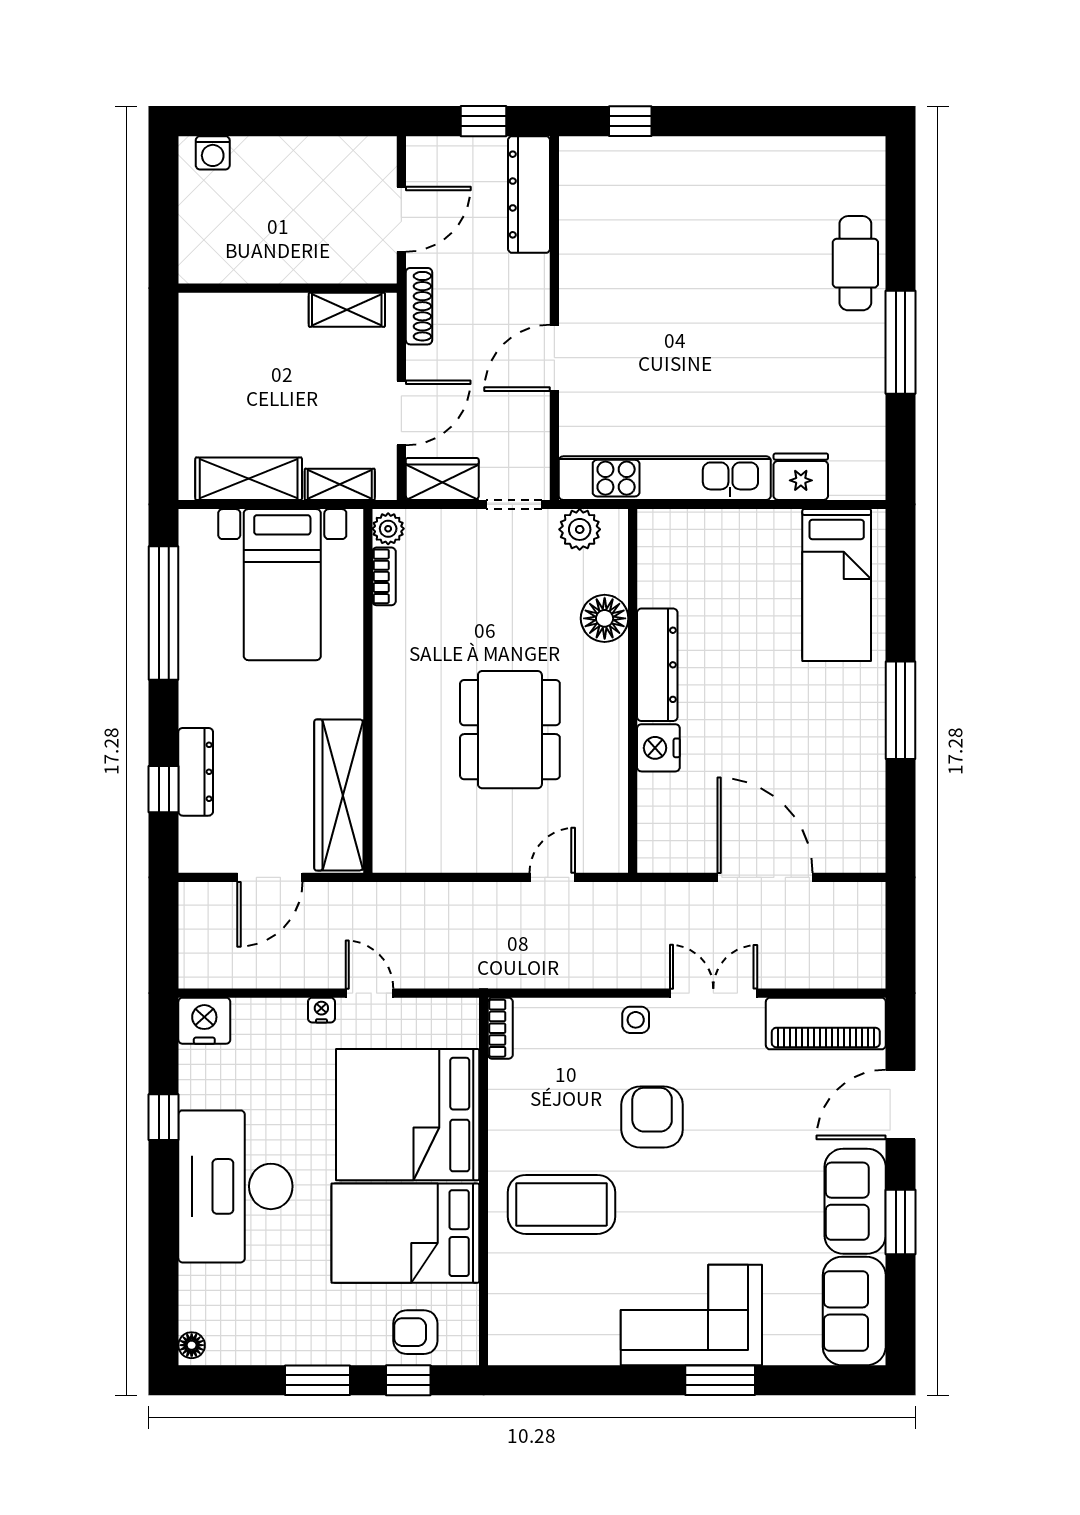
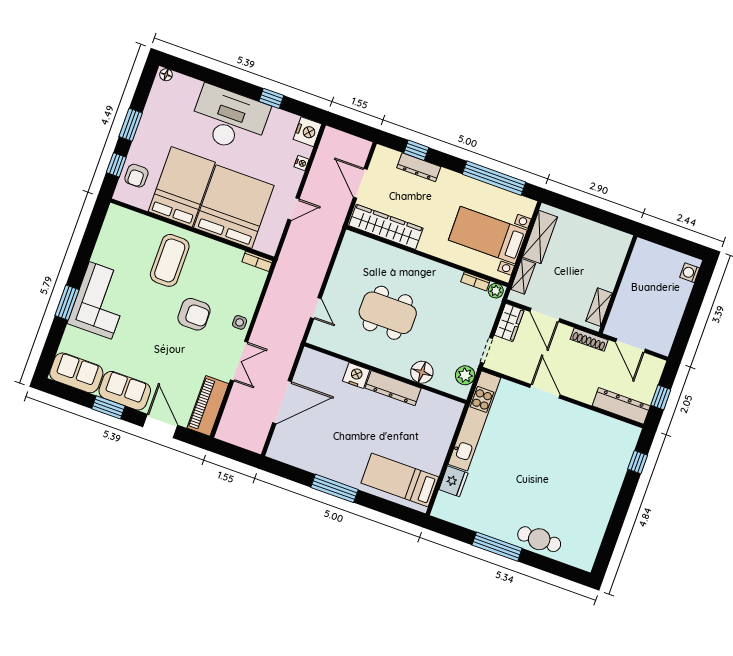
nightstand: (321, 1010) -> (301, 163), moved
armchair: (415, 1332) -> (136, 176), turned 180

